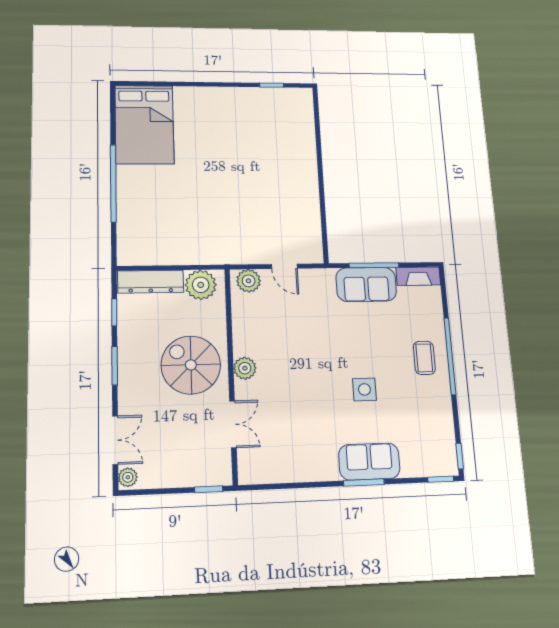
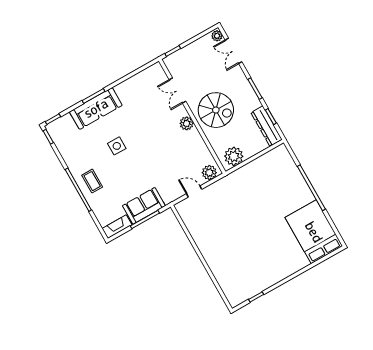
dresser: (151, 282) -> (266, 126), moved, turned -90
sofa: (369, 462) -> (96, 108), width x1.36

